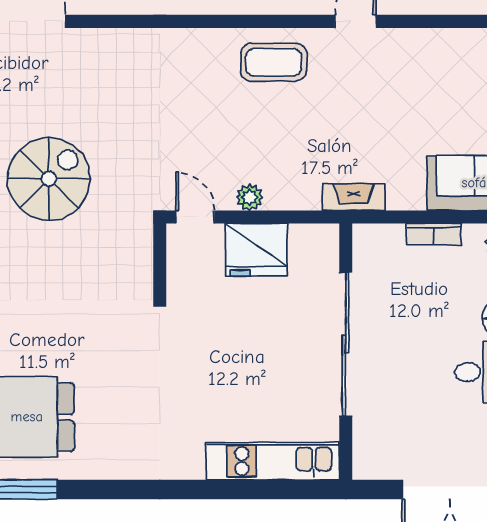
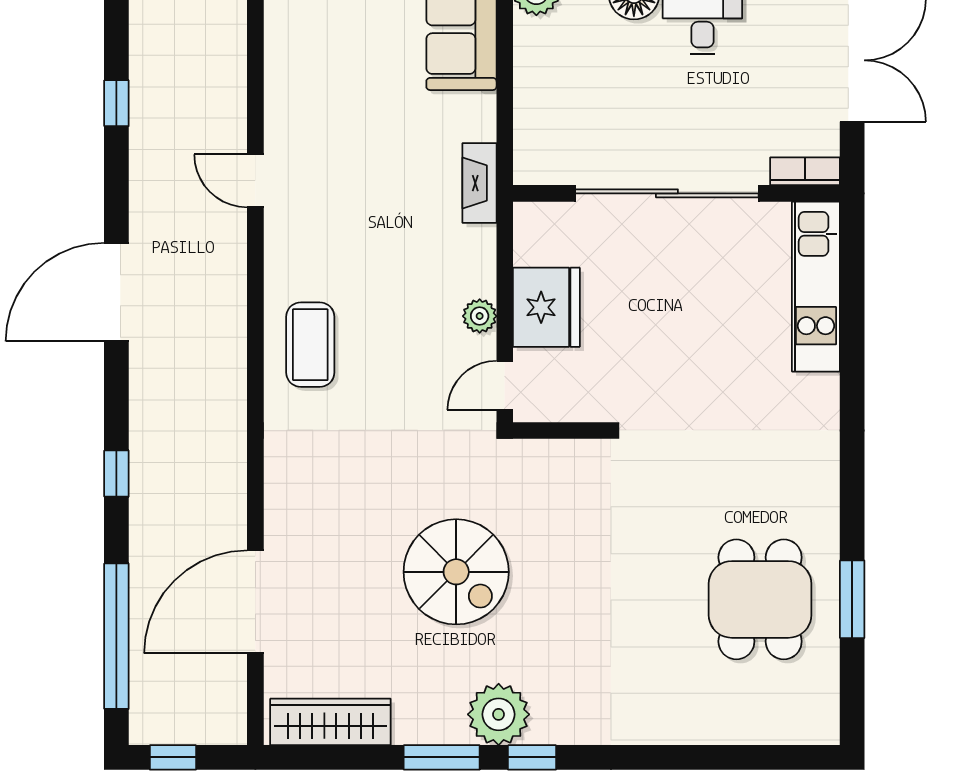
coffee table: (274, 62) -> (310, 345), moved
spiral stairs: (49, 179) -> (456, 572), turned 180
bookcase: (434, 234) -> (805, 171), moved, turned -90

